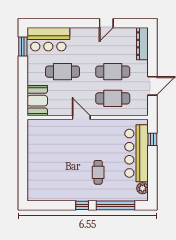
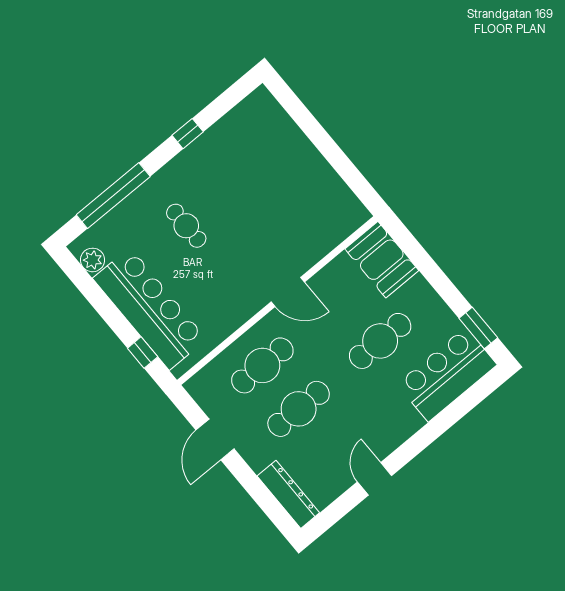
window: (82, 205) -> (188, 134), moved

